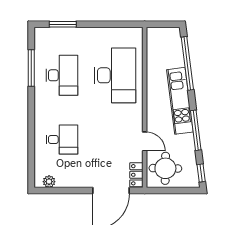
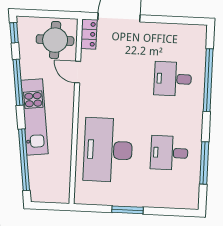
window: (63, 24) -> (127, 210), moved
desk: (62, 75) -> (169, 153), width x0.73
window: (31, 140) -> (208, 80), added
plant: (49, 182) -> (190, 31), removed

